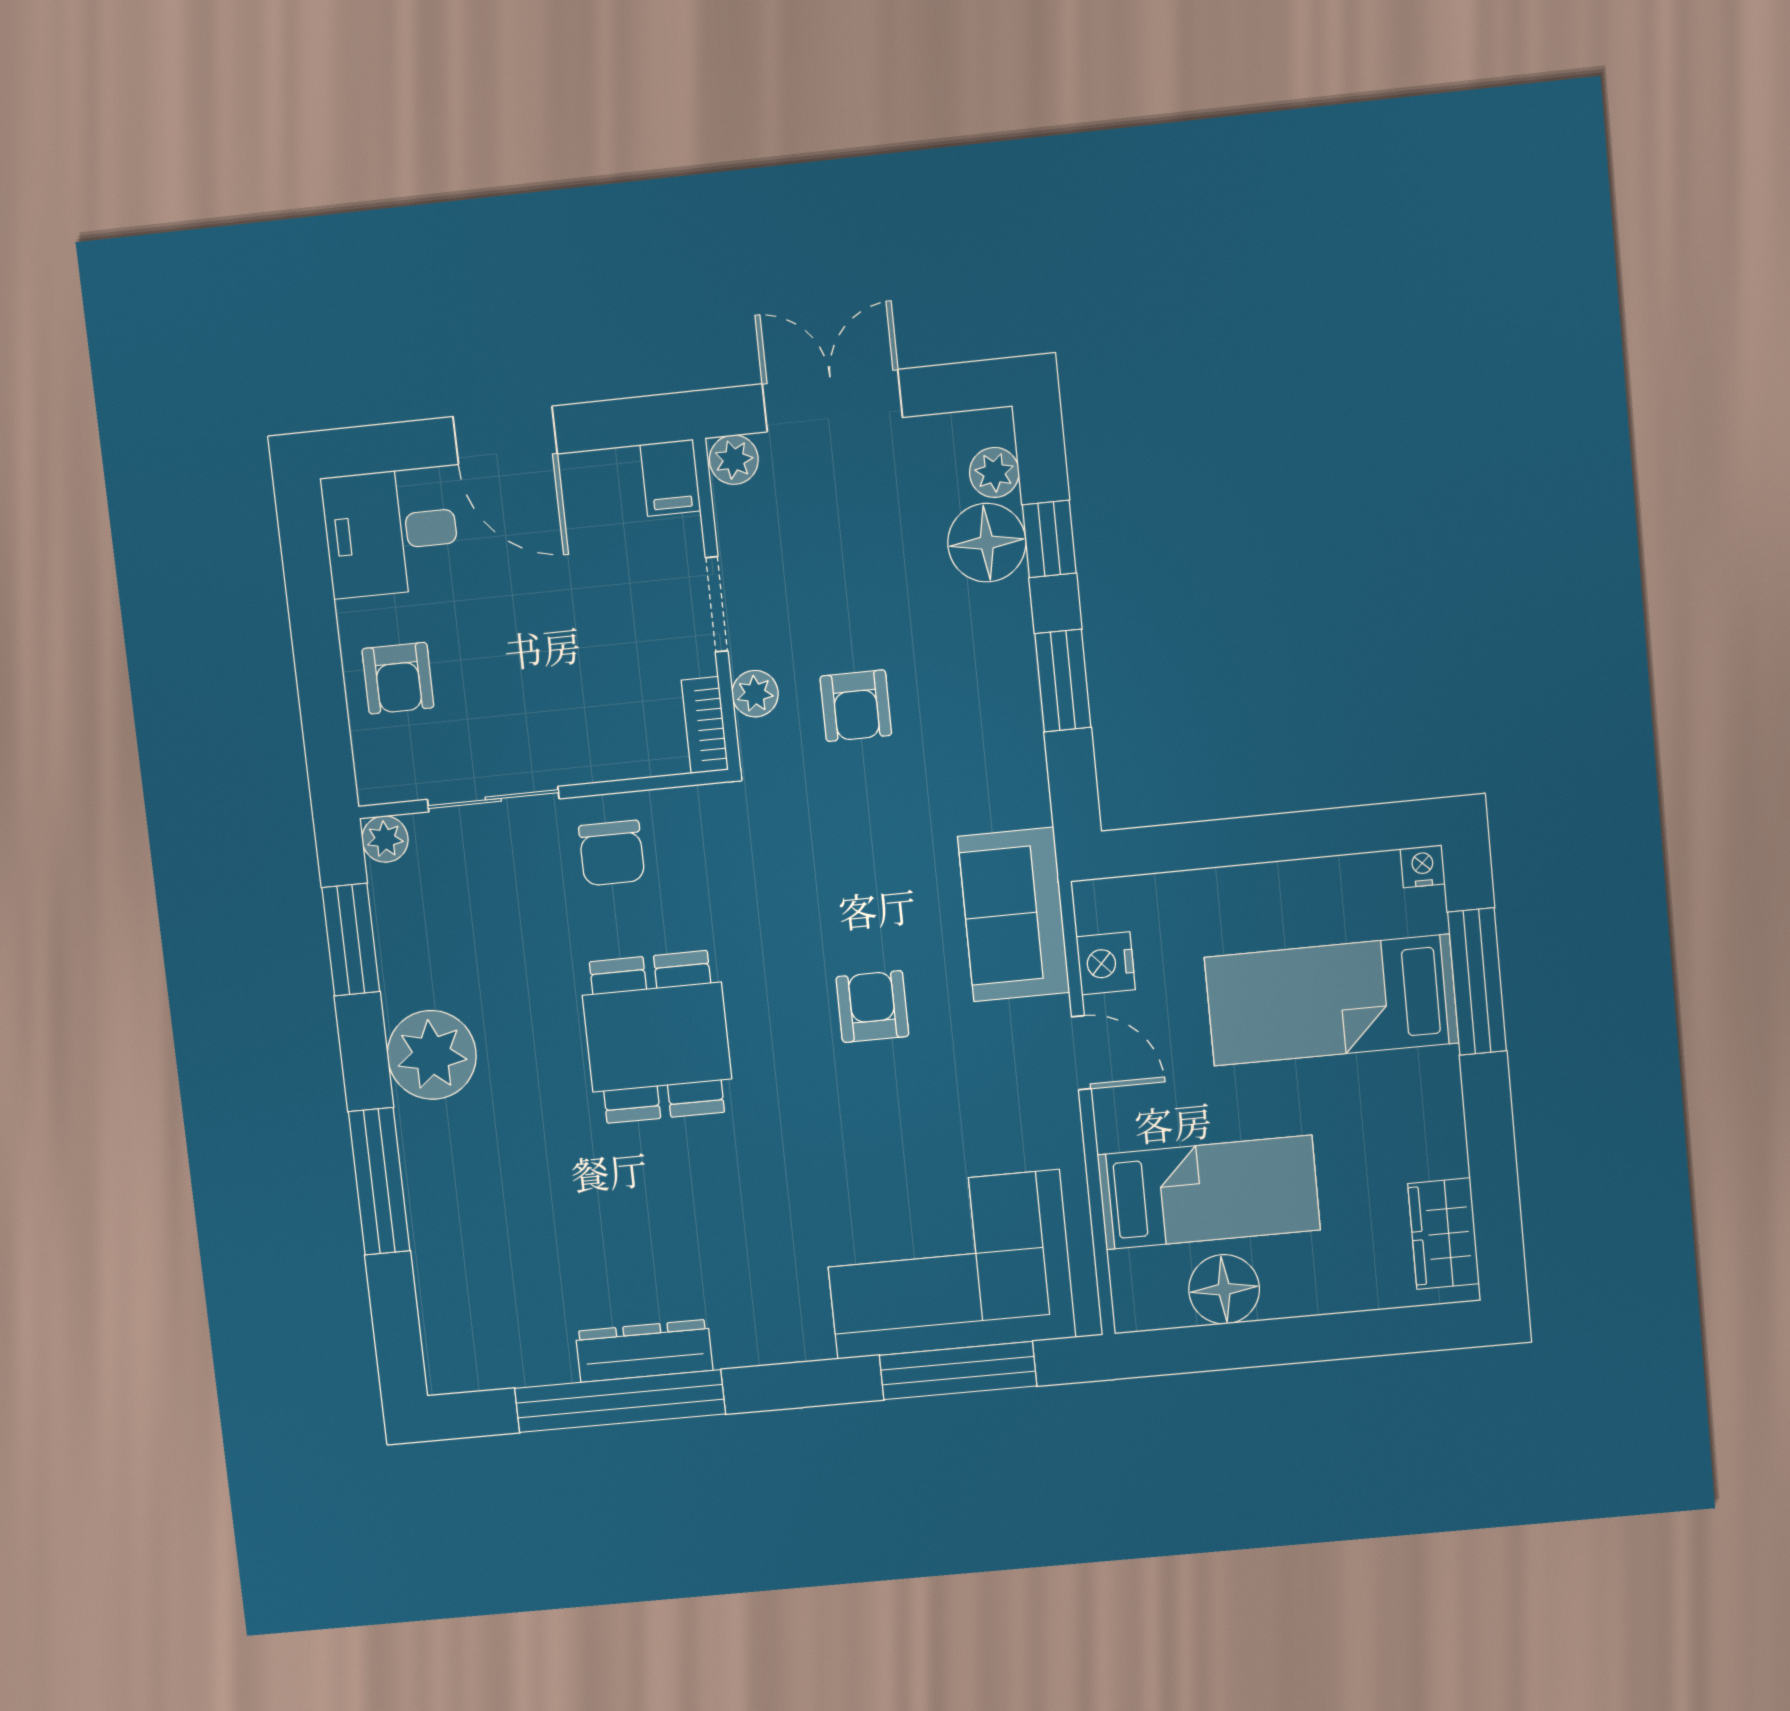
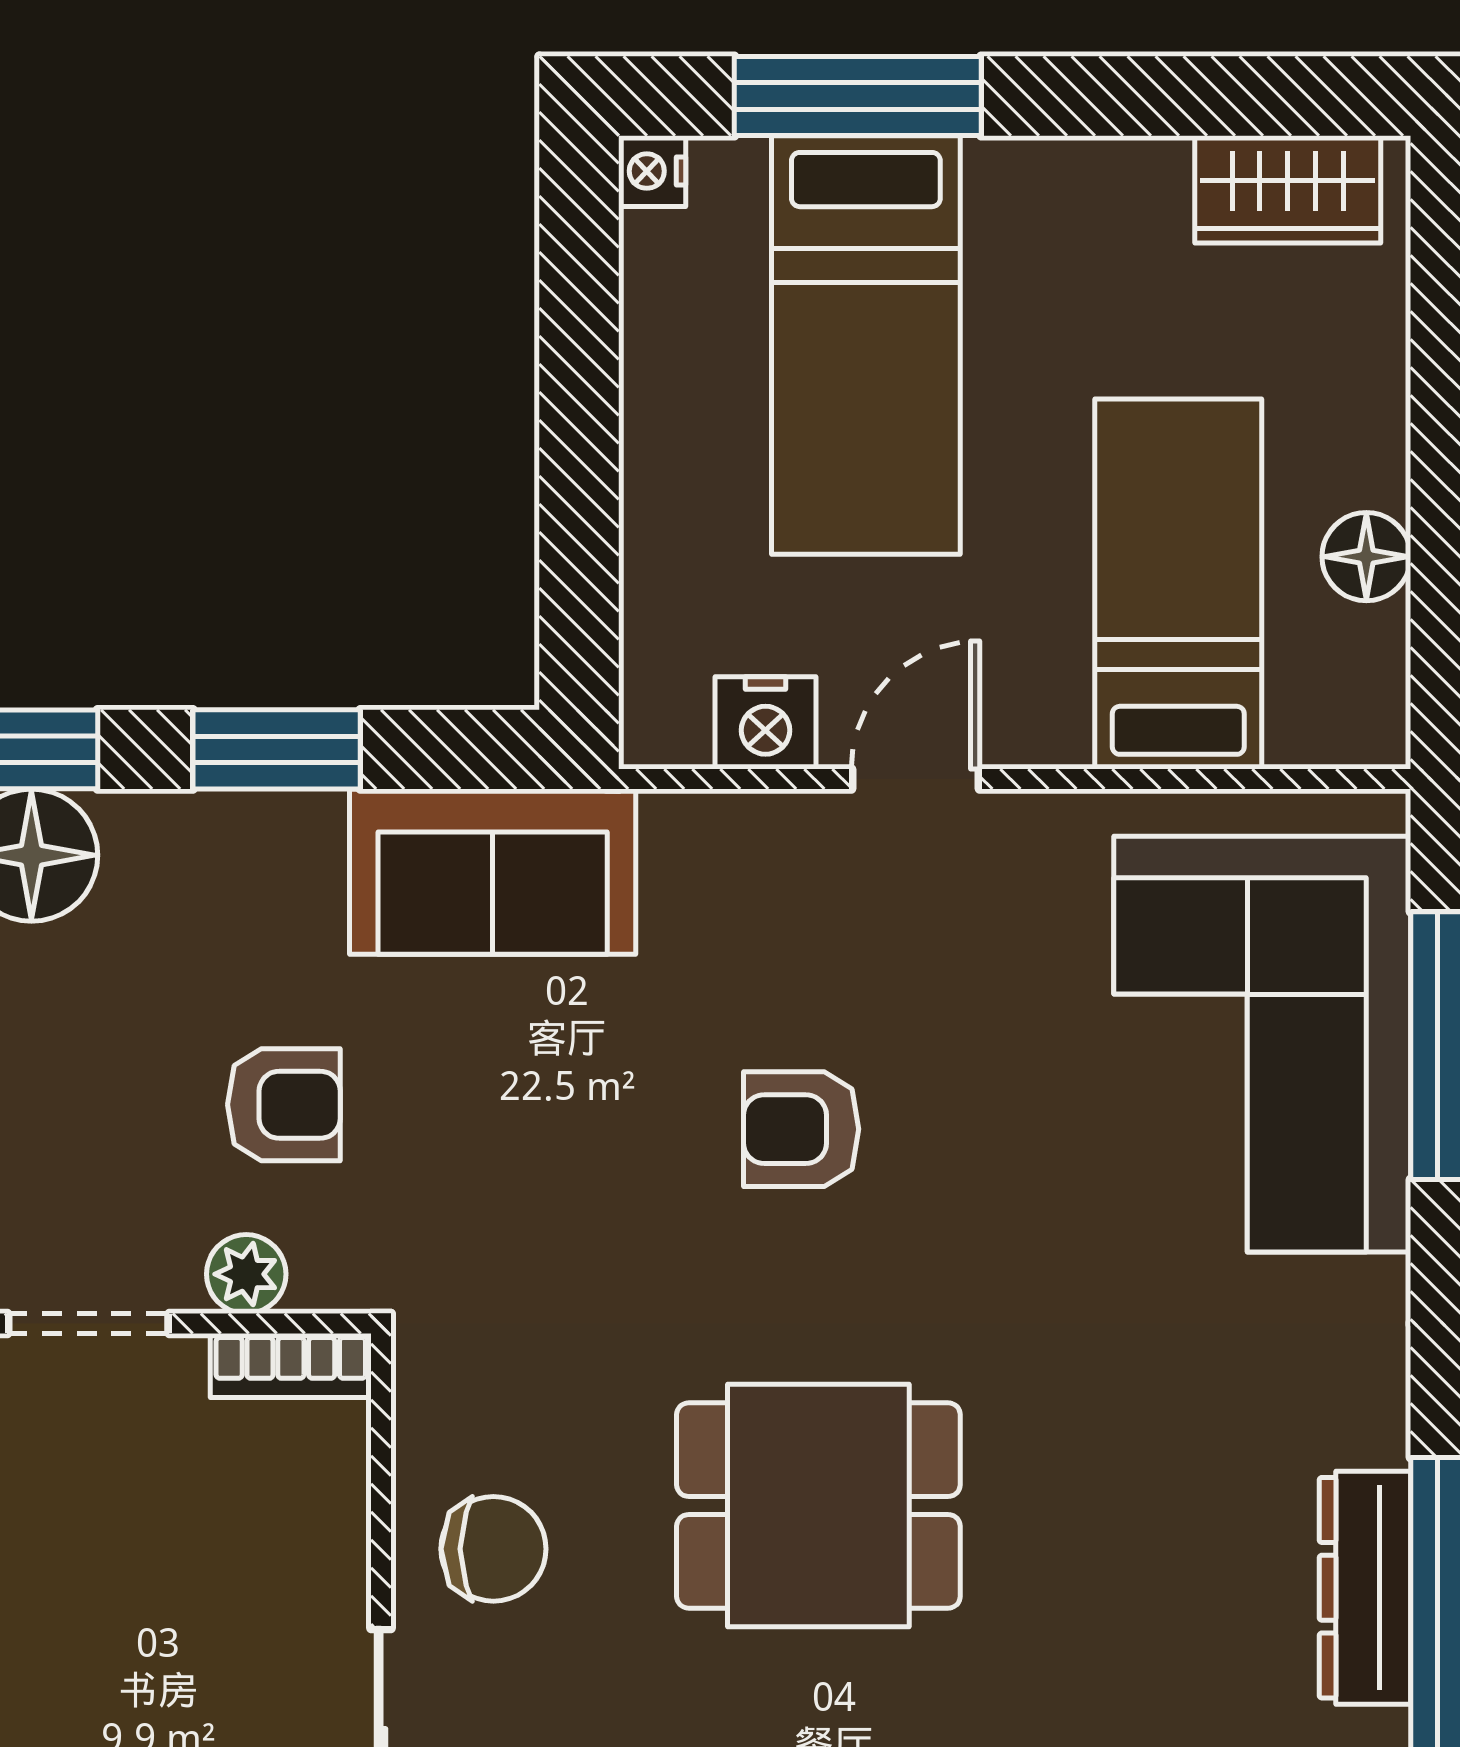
sofa: (1014, 914) -> (493, 872), moved
floor lamp: (1224, 1289) -> (1366, 557), width x0.73, depth x0.73

